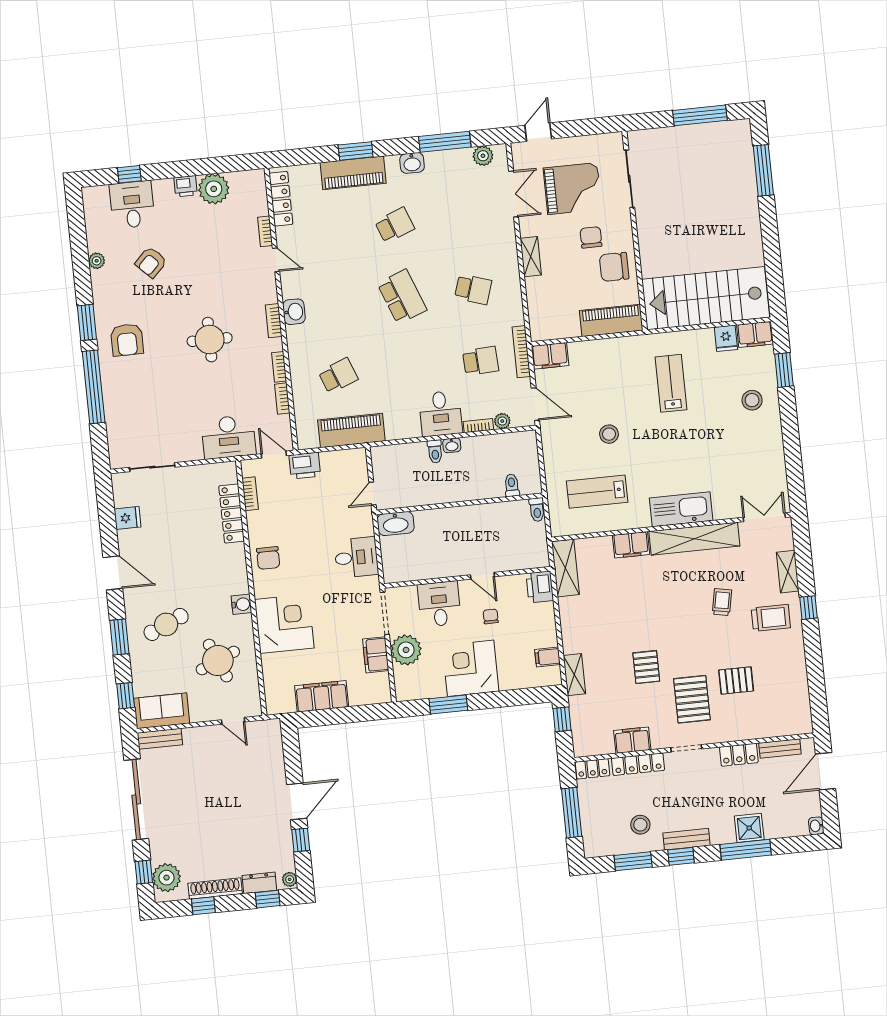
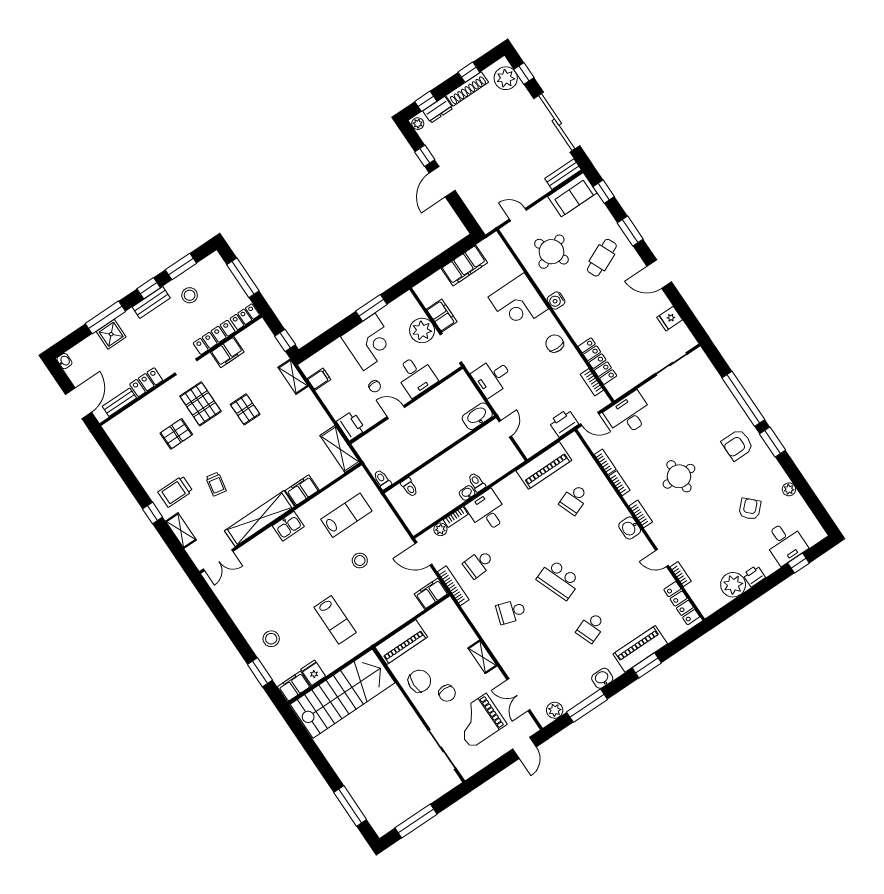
armchair: (127, 340) -> (737, 445), turned -90
kitchen sink: (681, 509) -> (288, 526), width x0.53, depth x0.81

